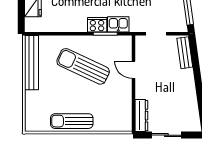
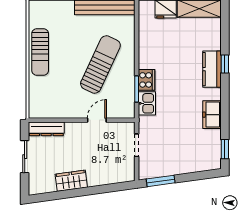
bench: (185, 53) -> (116, 177), removed
wardrobe: (188, 93) -> (71, 181), added
sun lounger: (72, 121) -> (40, 52), turned 180

